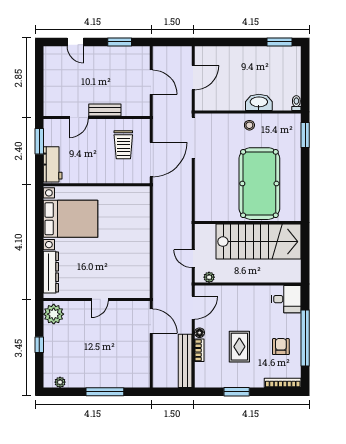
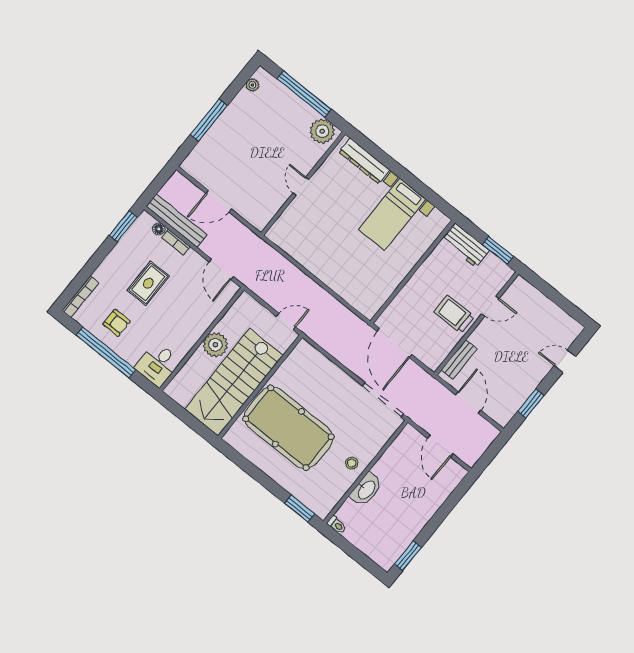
door: (151, 82) -> (468, 403), swing flipped
bench: (105, 110) -> (459, 359), moved
door: (79, 118) -> (490, 306), swing flipped
trolley: (123, 145) -> (454, 314), moved
bed with nightstands: (71, 219) -> (392, 214), width x0.73
door: (193, 259) -> (286, 322), moved
plant: (209, 277) -> (215, 345), moved, width x1.87, depth x1.87
door: (151, 321) -> (219, 201), moved
floor lamp: (200, 333) -> (159, 229), moved
window: (39, 345) -> (304, 94), width x3.17
rug: (239, 347) -> (148, 283), turned 90
window: (237, 392) -> (123, 226), moved

